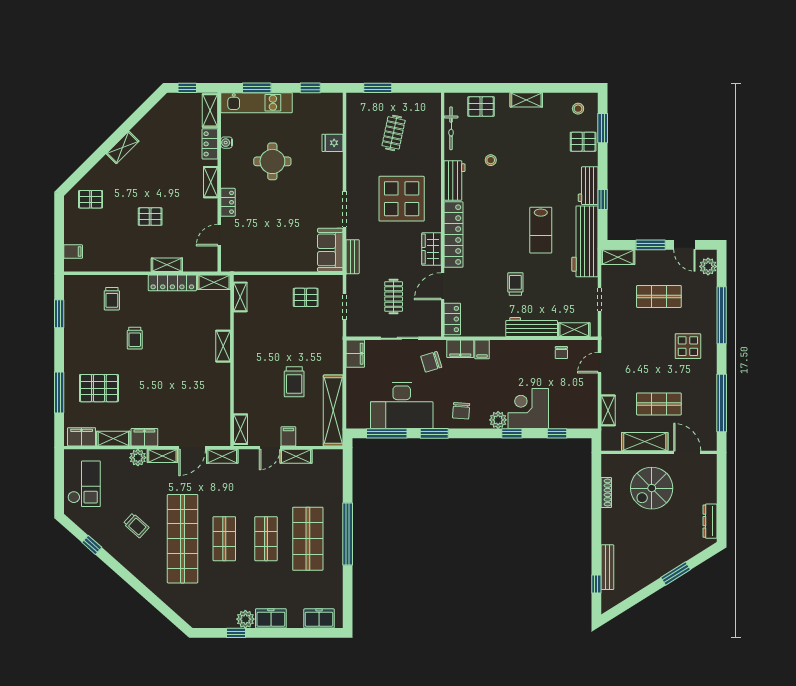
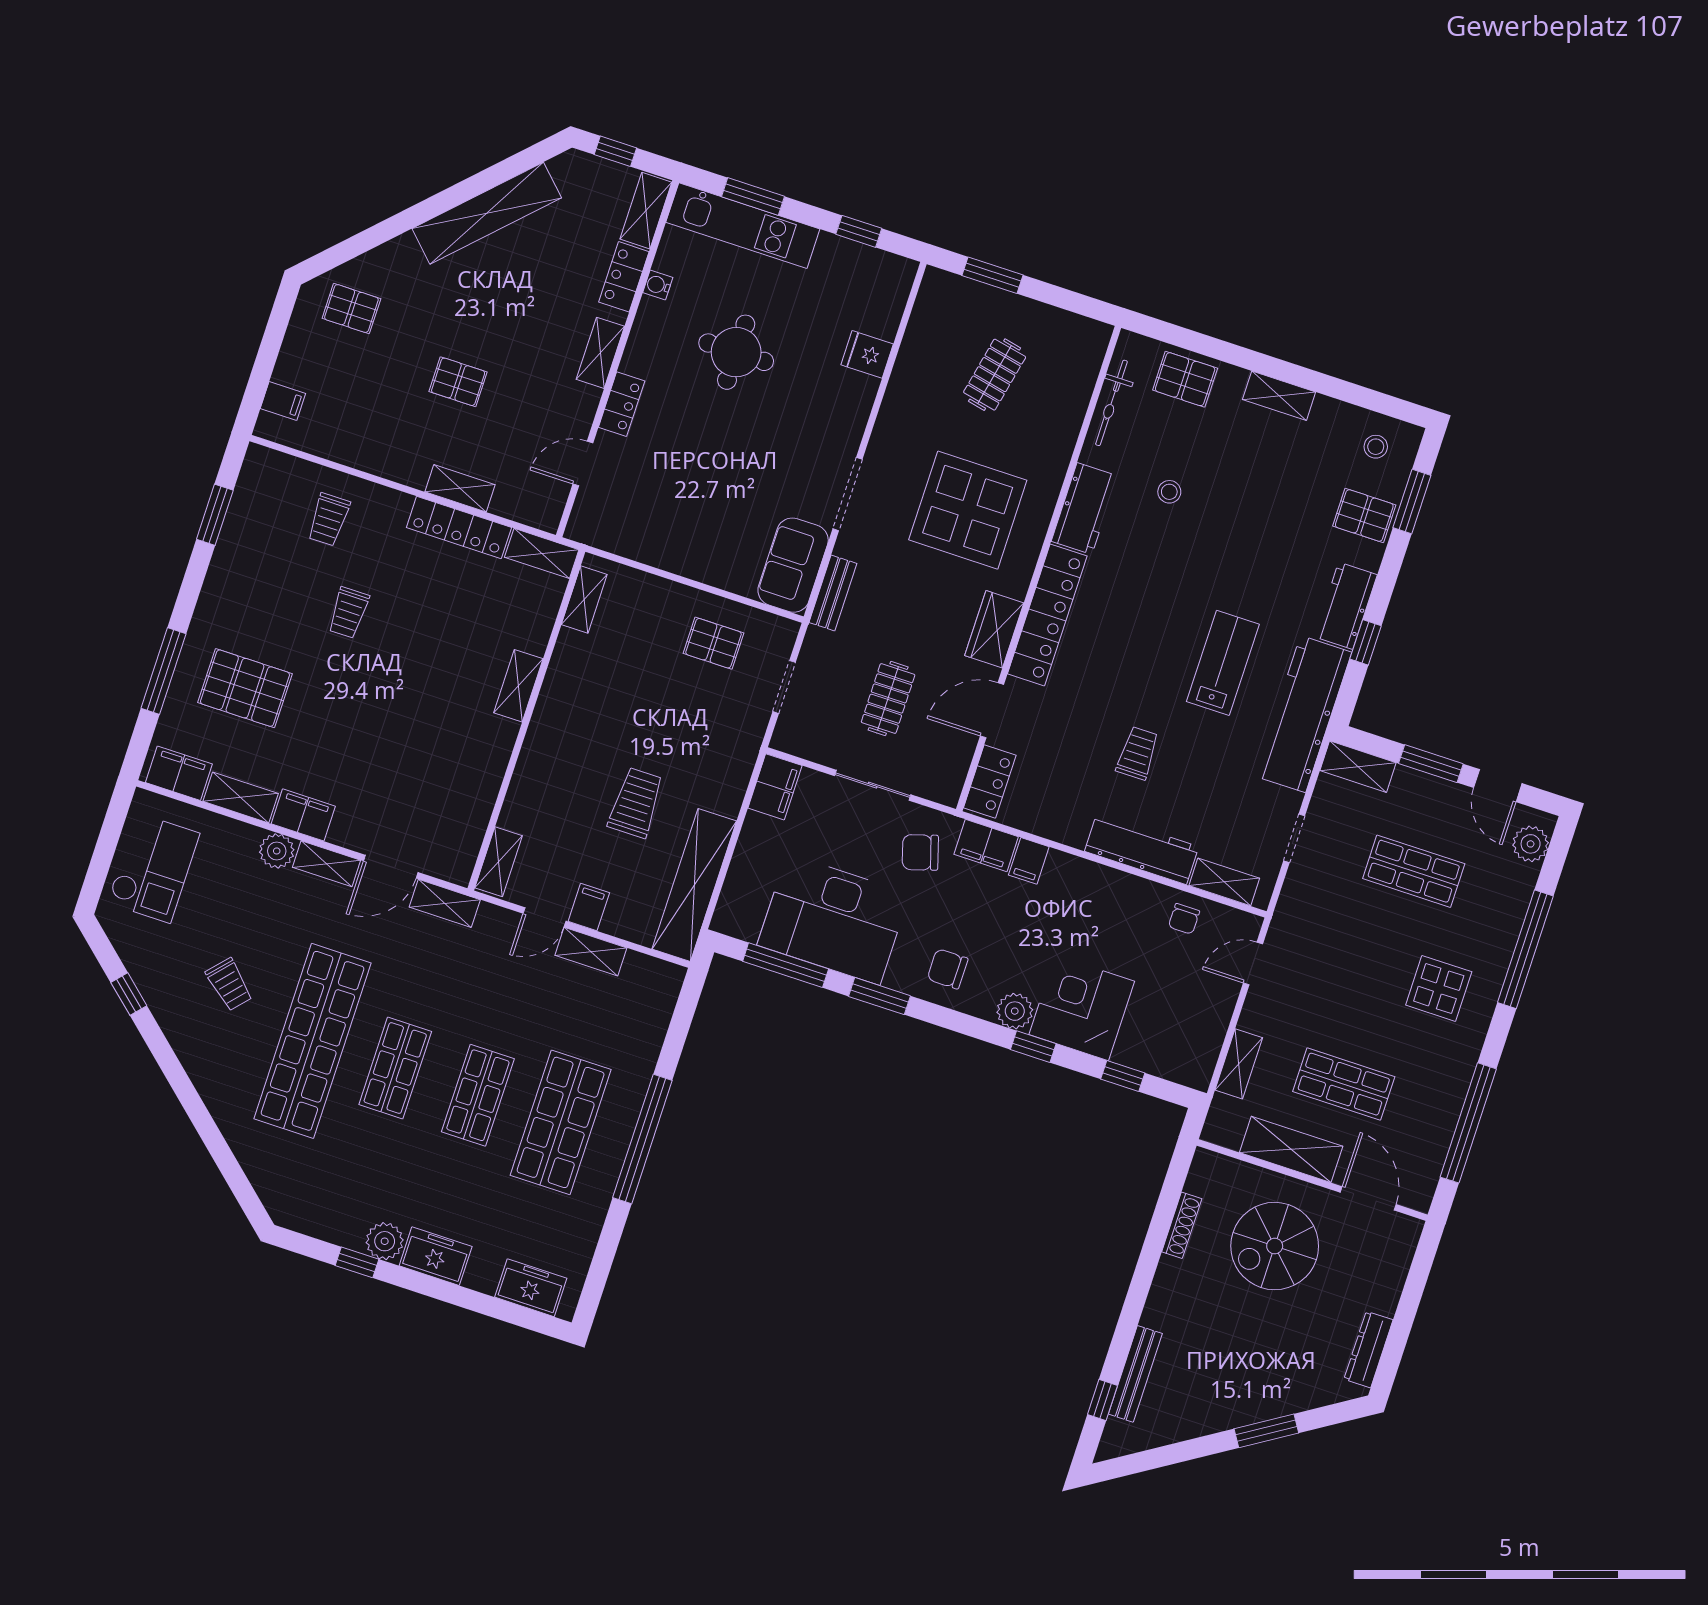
shelving: (123, 147) -> (487, 213), width x2.20, depth x1.33
lab bench: (541, 230) -> (1223, 663), turned 180
trolley: (294, 382) -> (636, 803), turned 180
chair: (461, 411) -> (948, 969), turned 86

